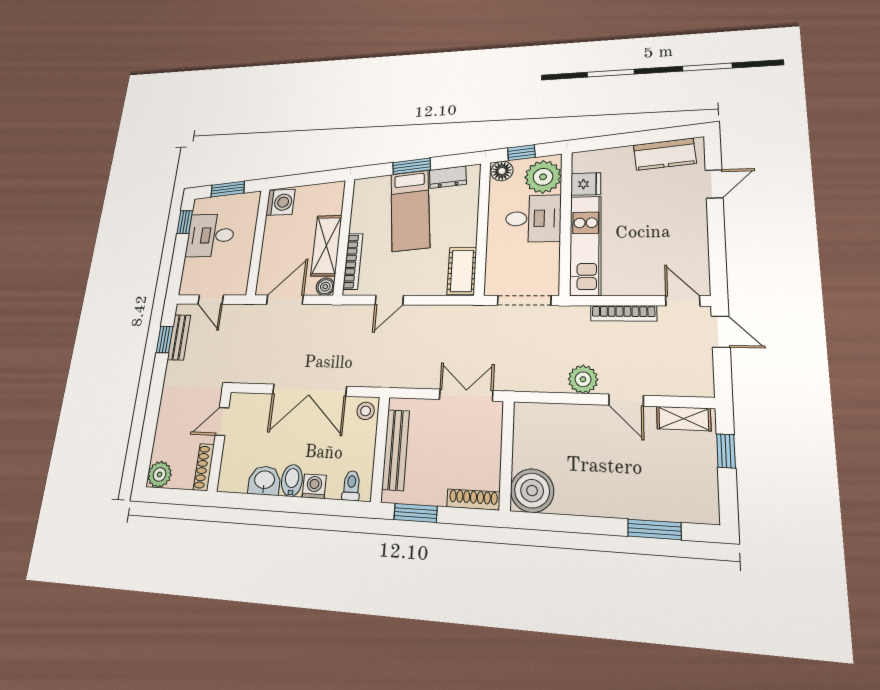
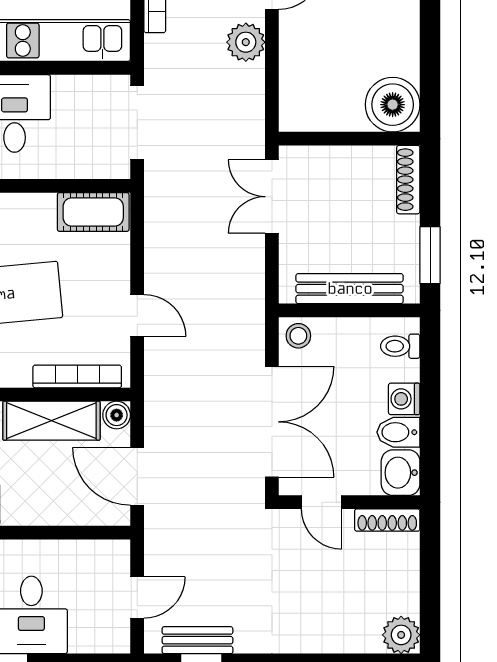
door: (222, 422) -> (322, 502), moved
wall: (219, 441) -> (349, 502), moved
shoe rack: (204, 467) -> (387, 520), moved

